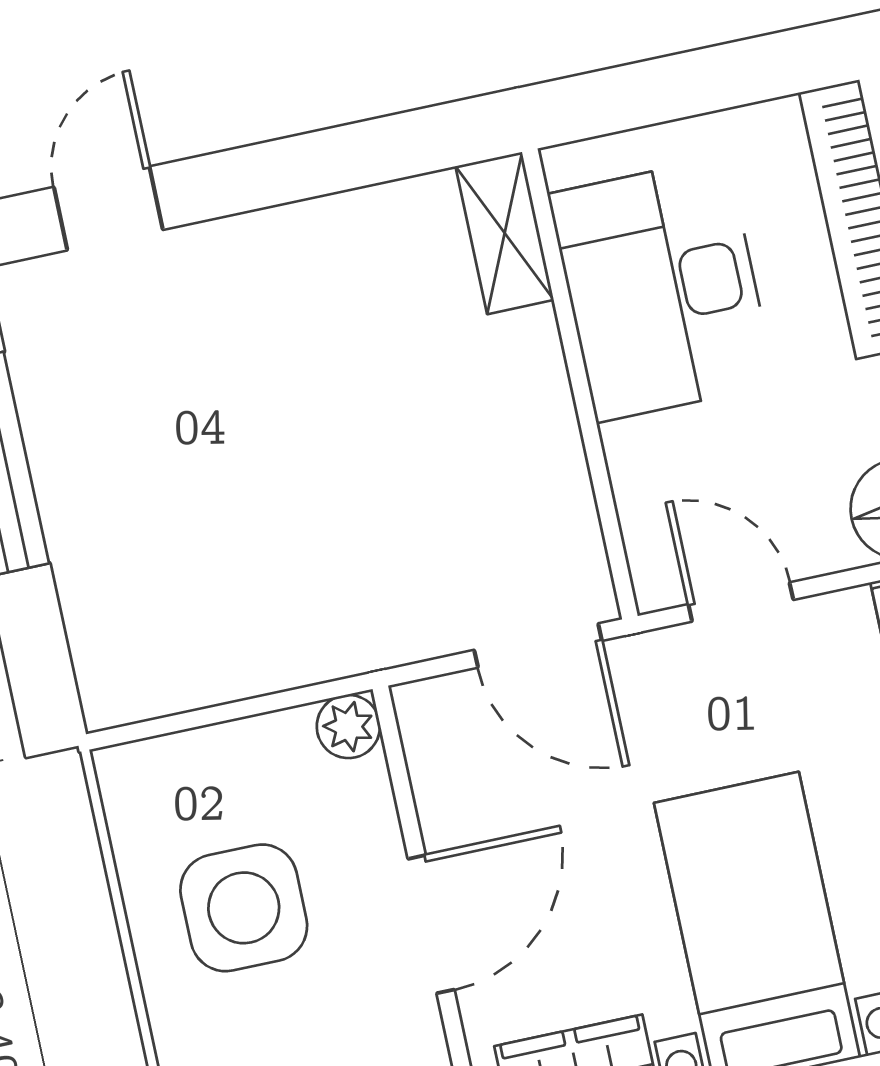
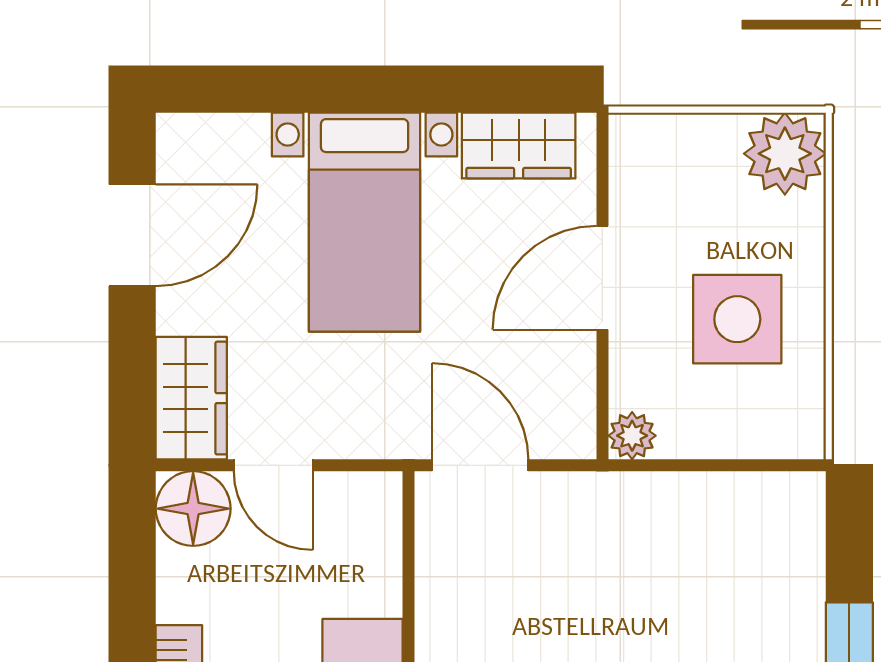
door: (741, 602) -> (273, 465), moved

